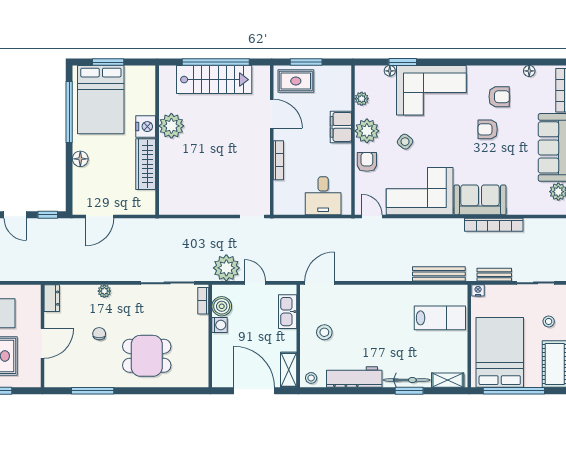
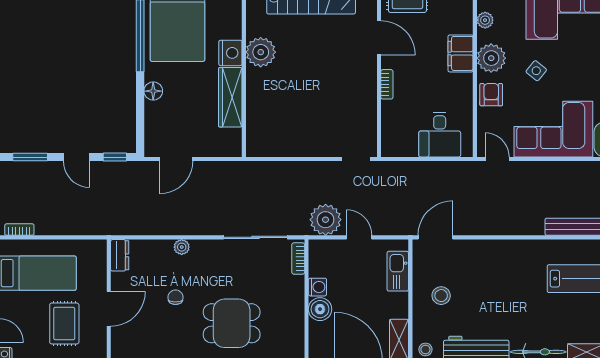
bookcase: (278, 160) -> (387, 84), width x0.64
boiler: (222, 306) -> (320, 309), moved

